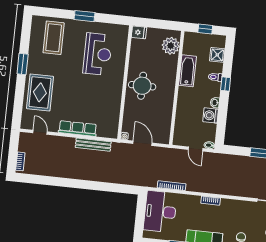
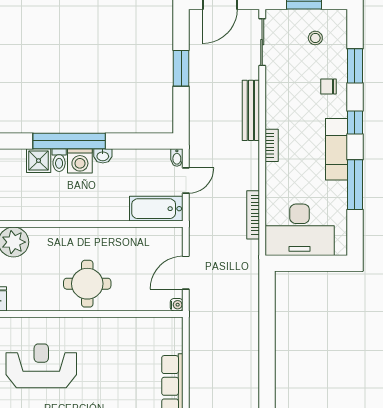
shower: (217, 55) -> (39, 161), moved
bathtub: (187, 71) -> (156, 209), moved
window: (226, 84) -> (69, 141), width x3.17
washing machine: (211, 115) -> (80, 161), moved
bench: (93, 145) -> (251, 110), moved

